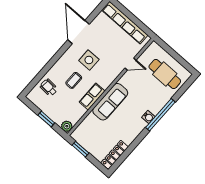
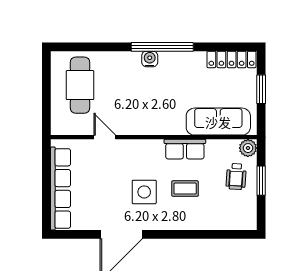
wheelchair: (49, 88) -> (236, 177), moved
sofa: (110, 102) -> (218, 122), moved
window: (160, 115) -> (162, 47), moved
window: (81, 149) -> (261, 89), moved

